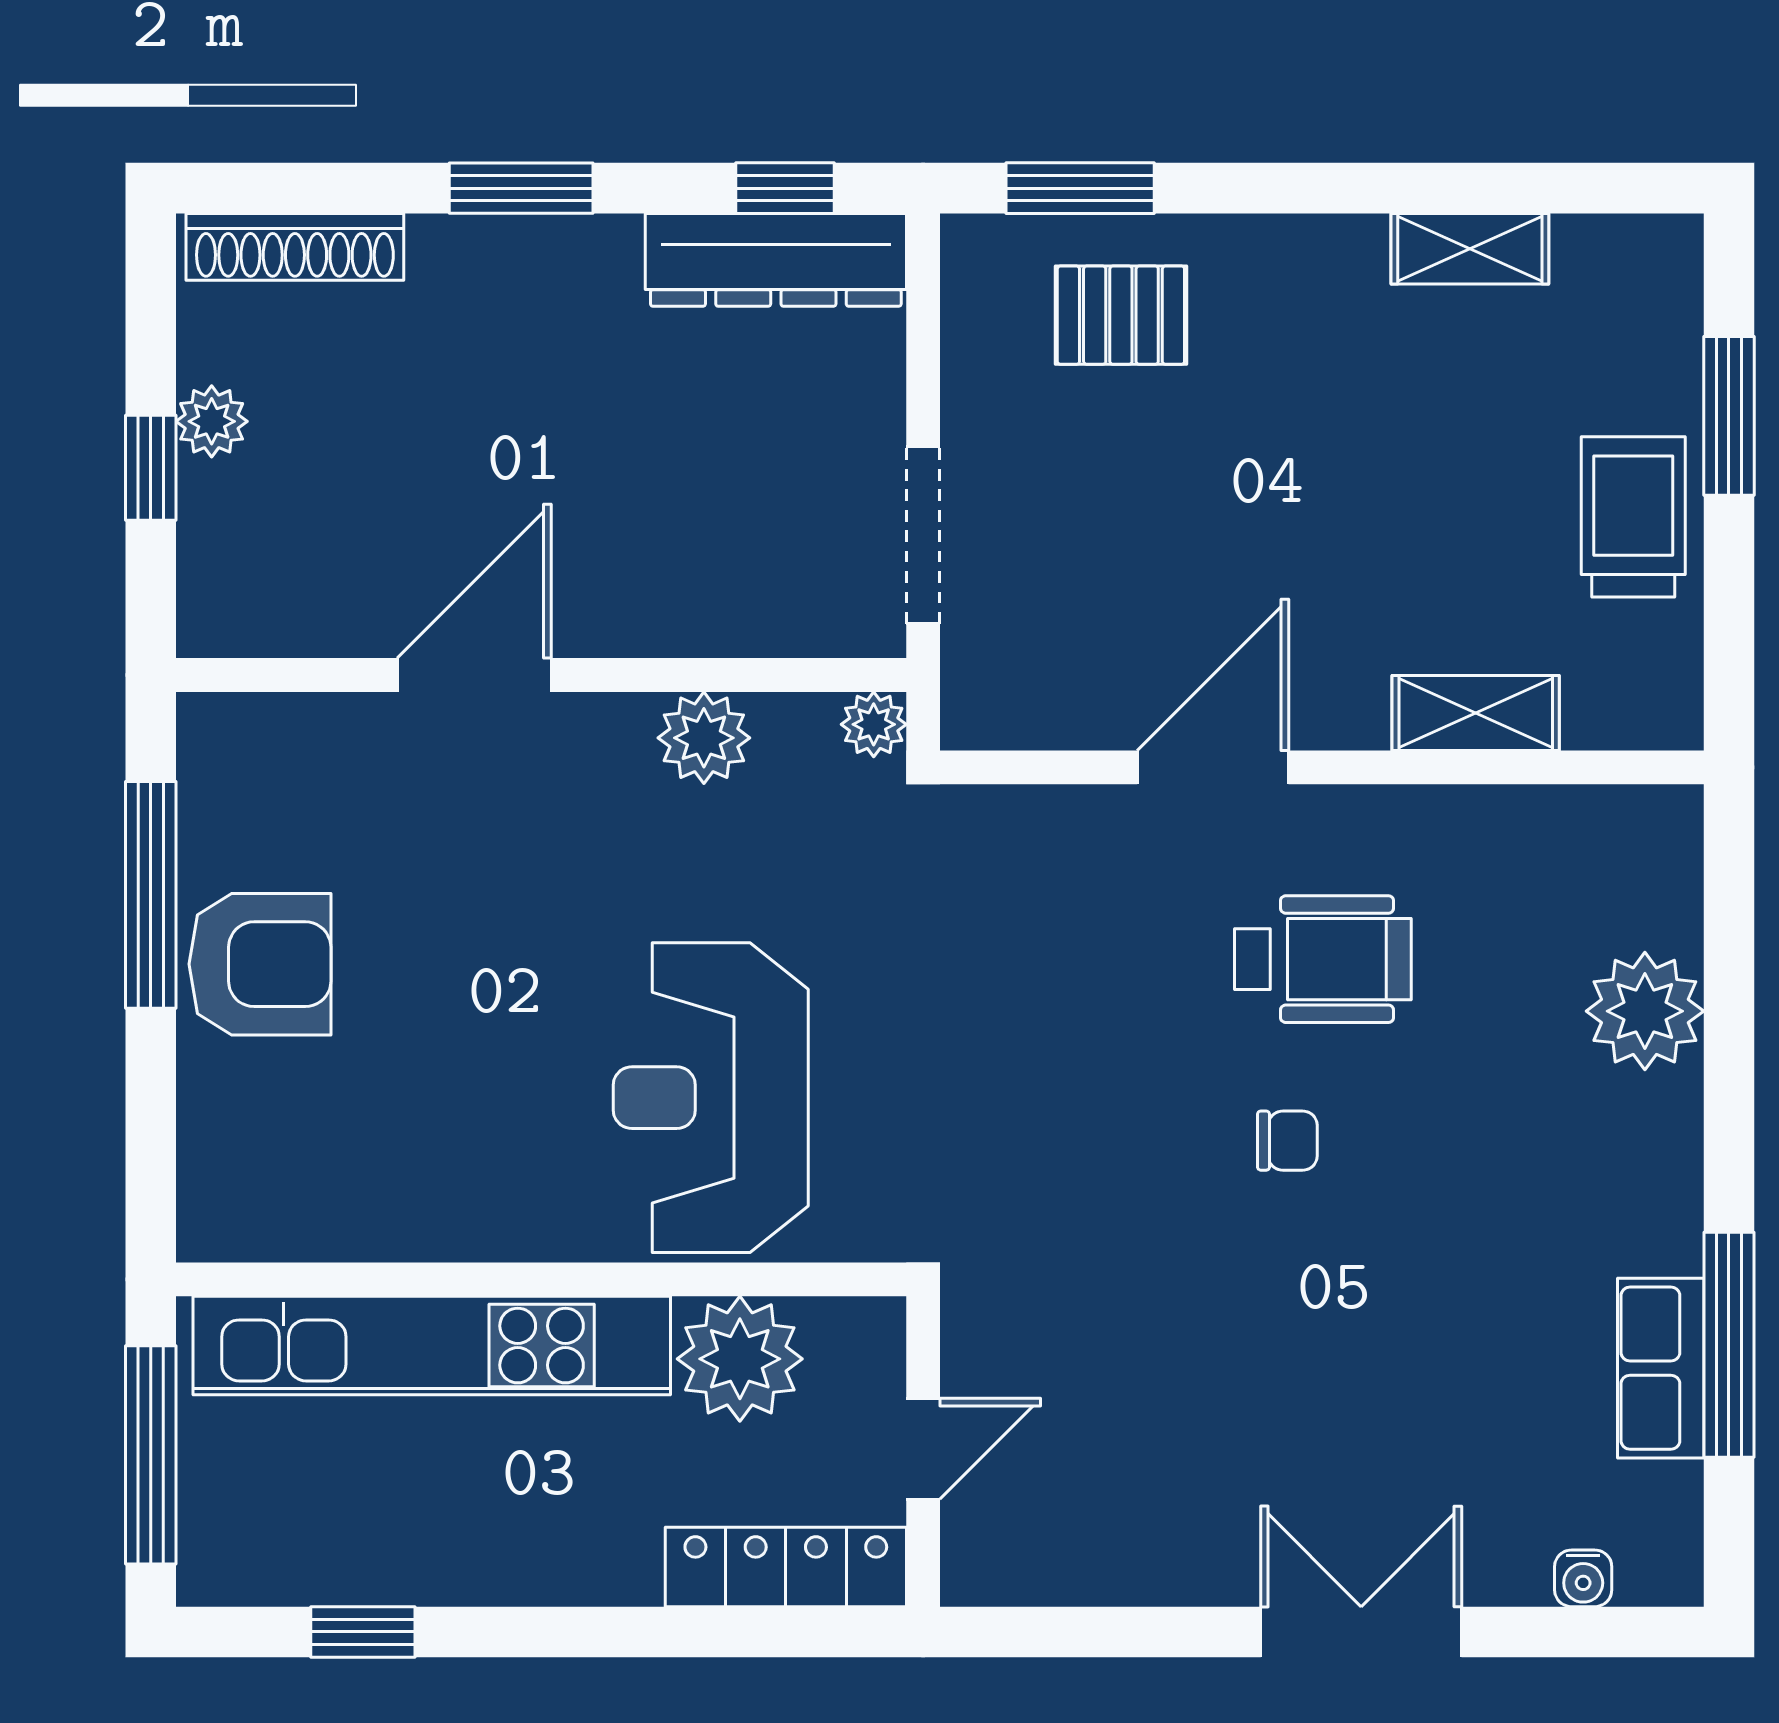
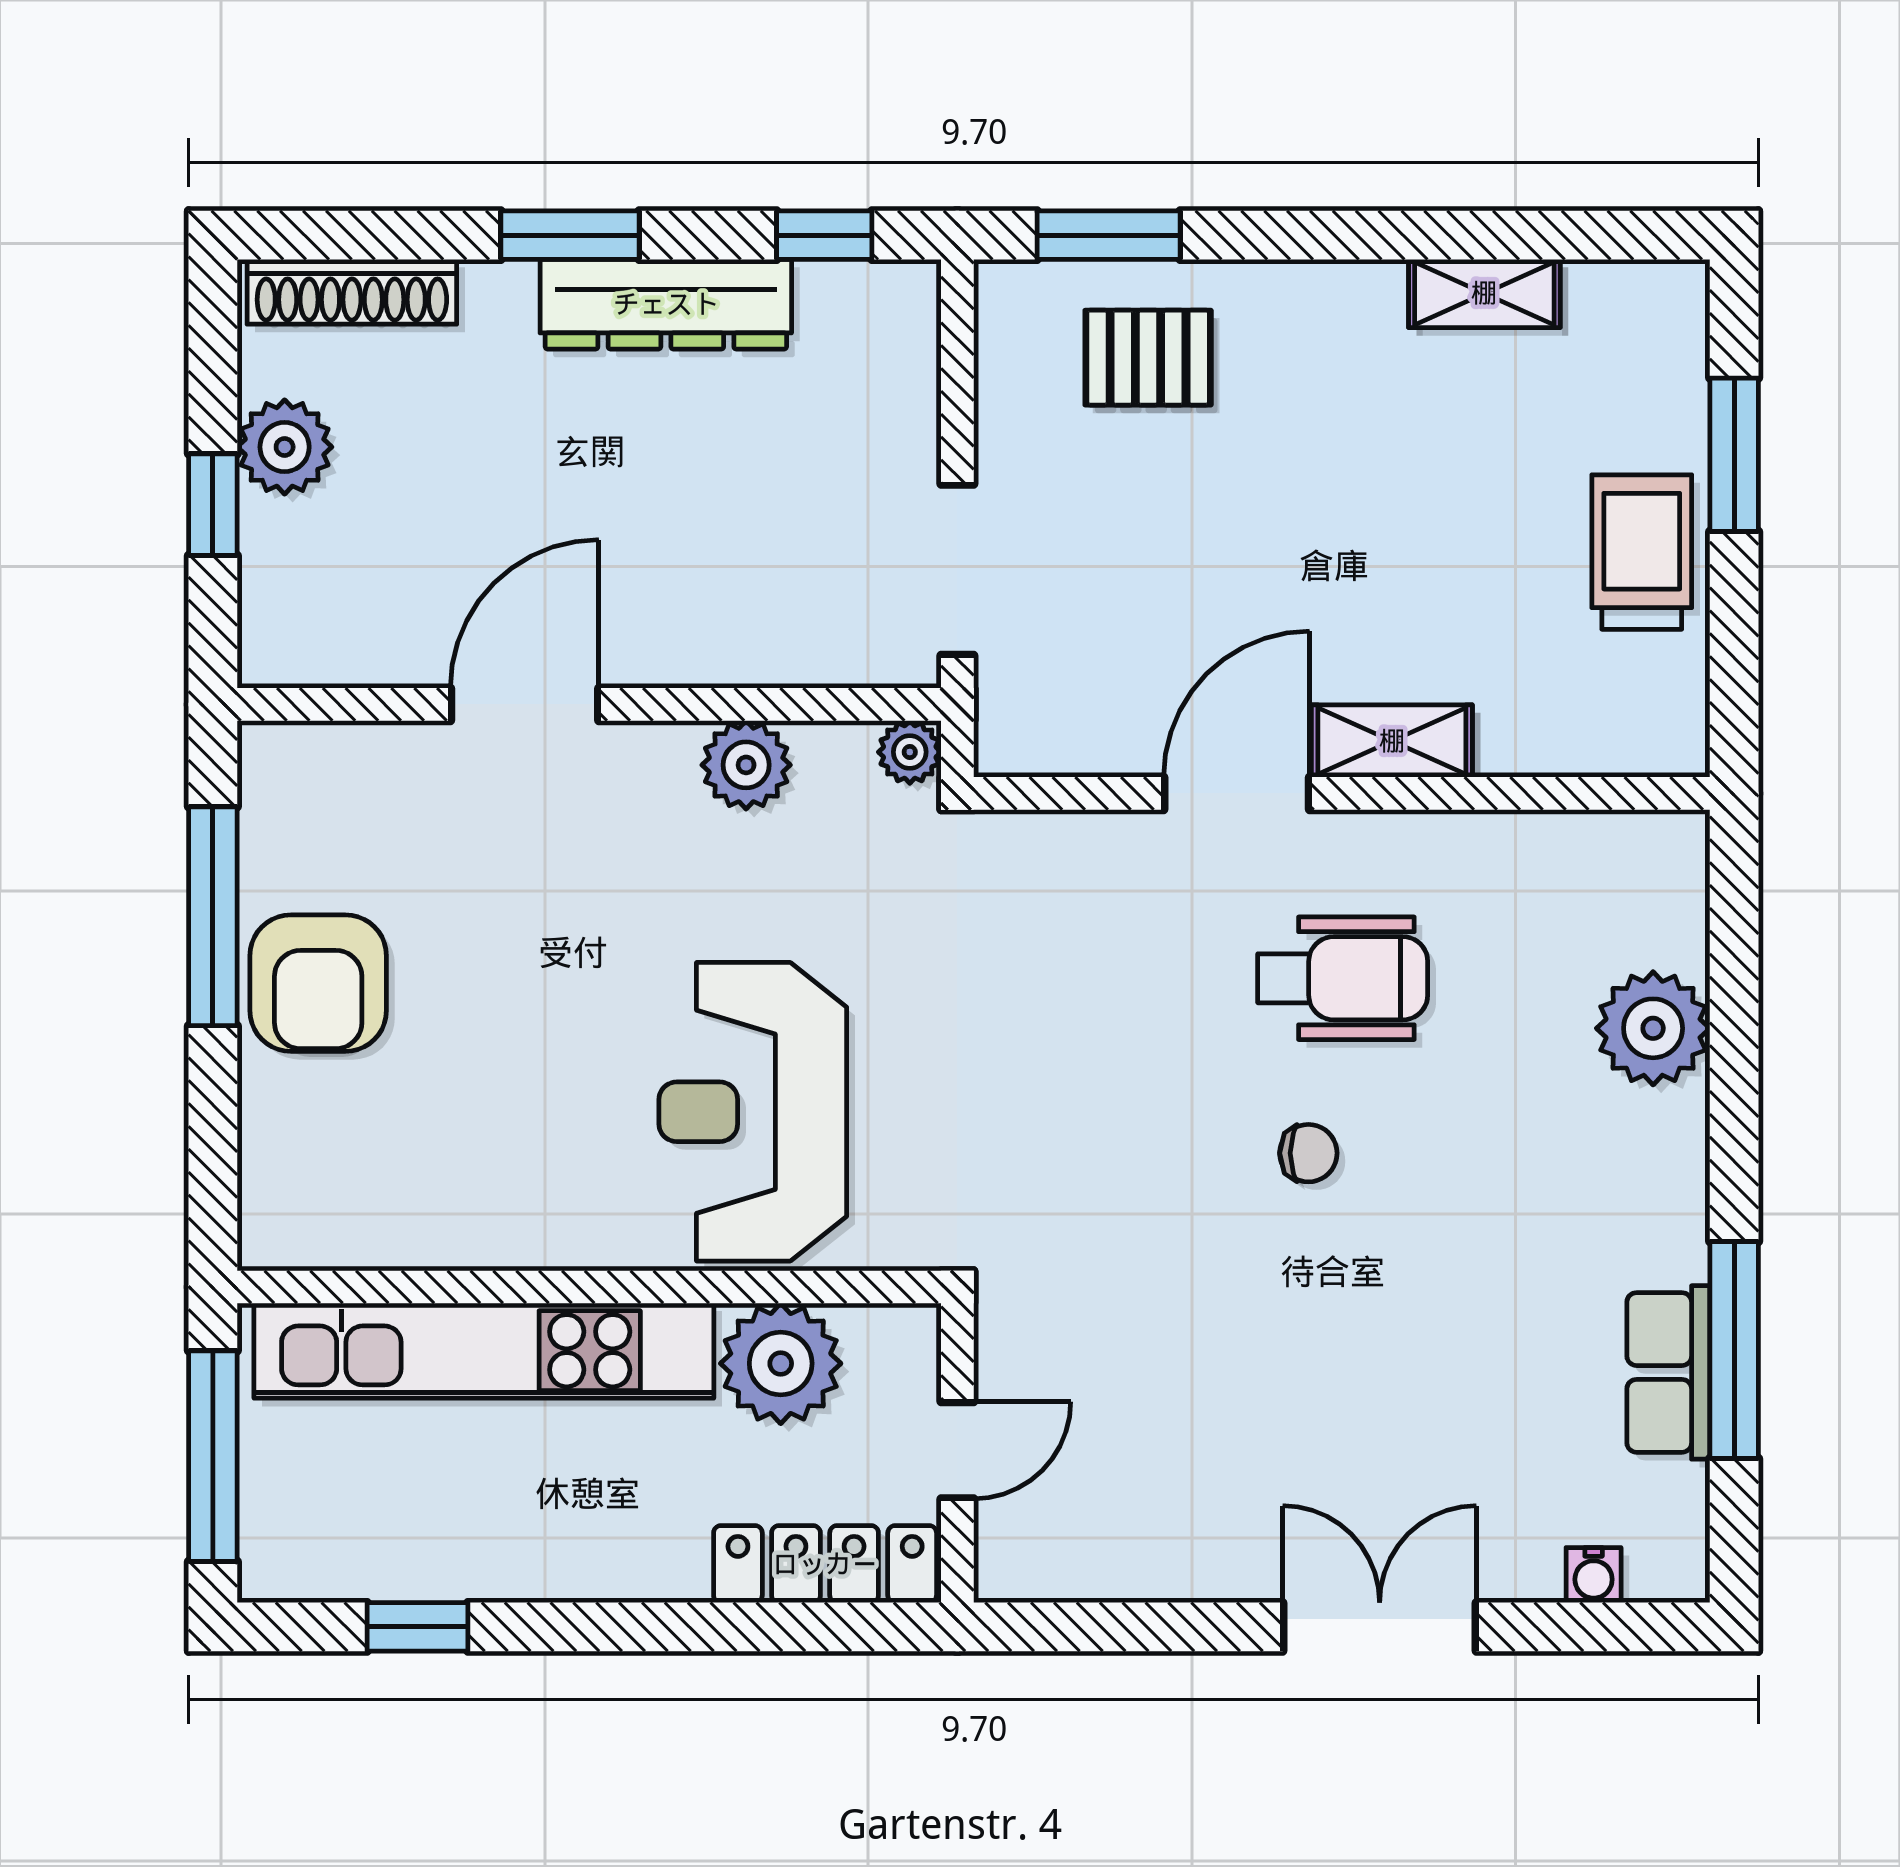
dresser: (776, 260) -> (666, 304), moved
plant: (212, 421) -> (285, 447), width x1.38, depth x1.38
shelving: (1476, 713) -> (1392, 741), moved
armchair: (260, 964) -> (318, 983), turned 90

